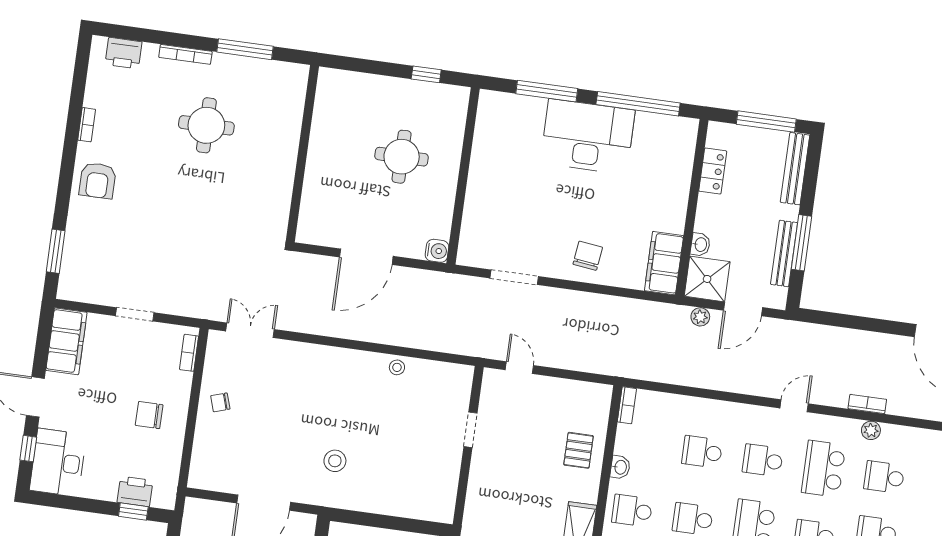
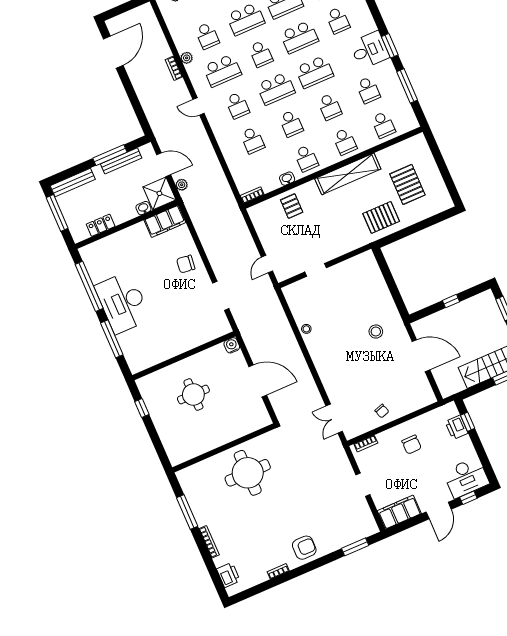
round table: (206, 125) -> (248, 473), moved, width x1.36, depth x1.36
pallet: (579, 450) -> (292, 206), turned 90

